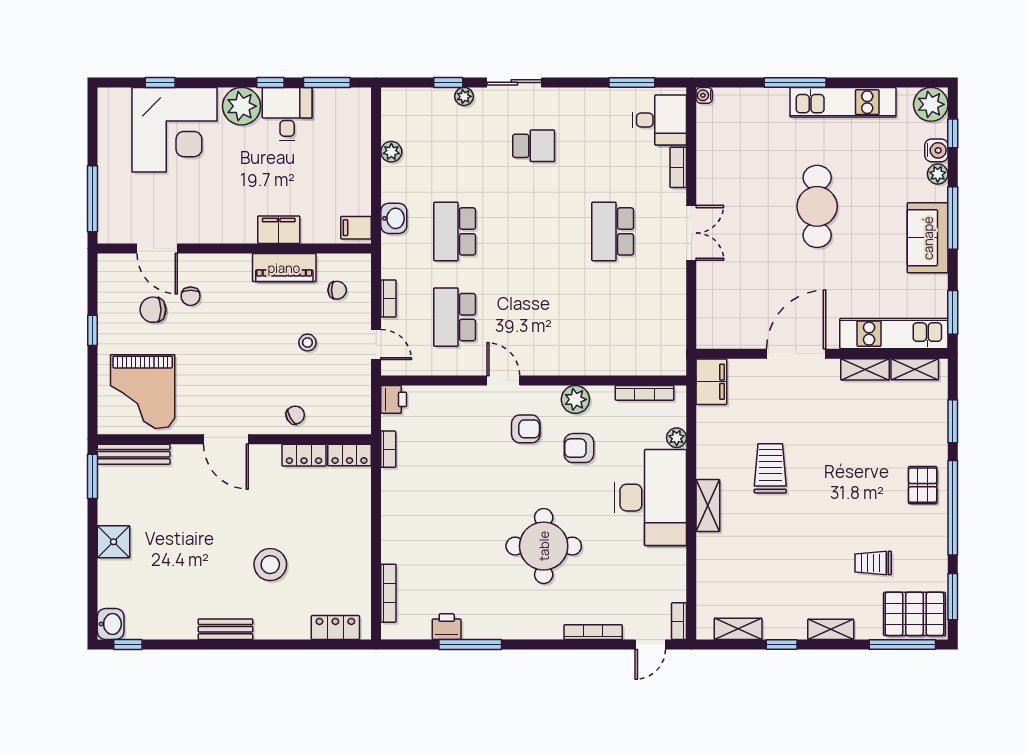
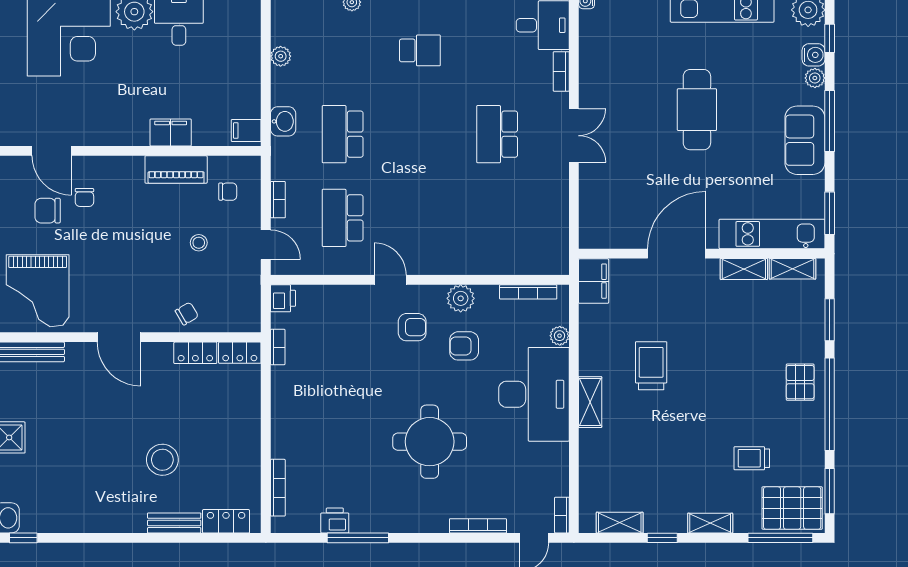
bench: (225, 629) -> (174, 523), moved

